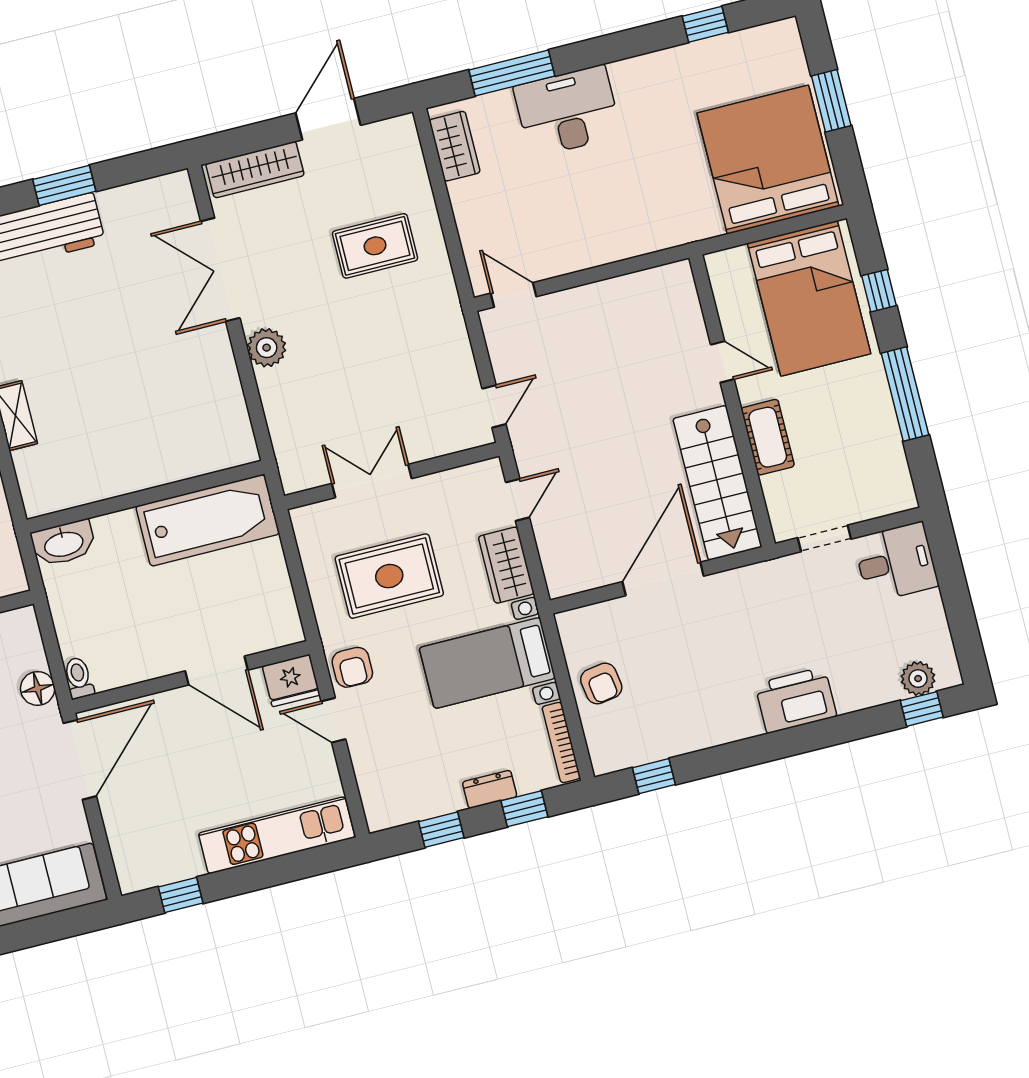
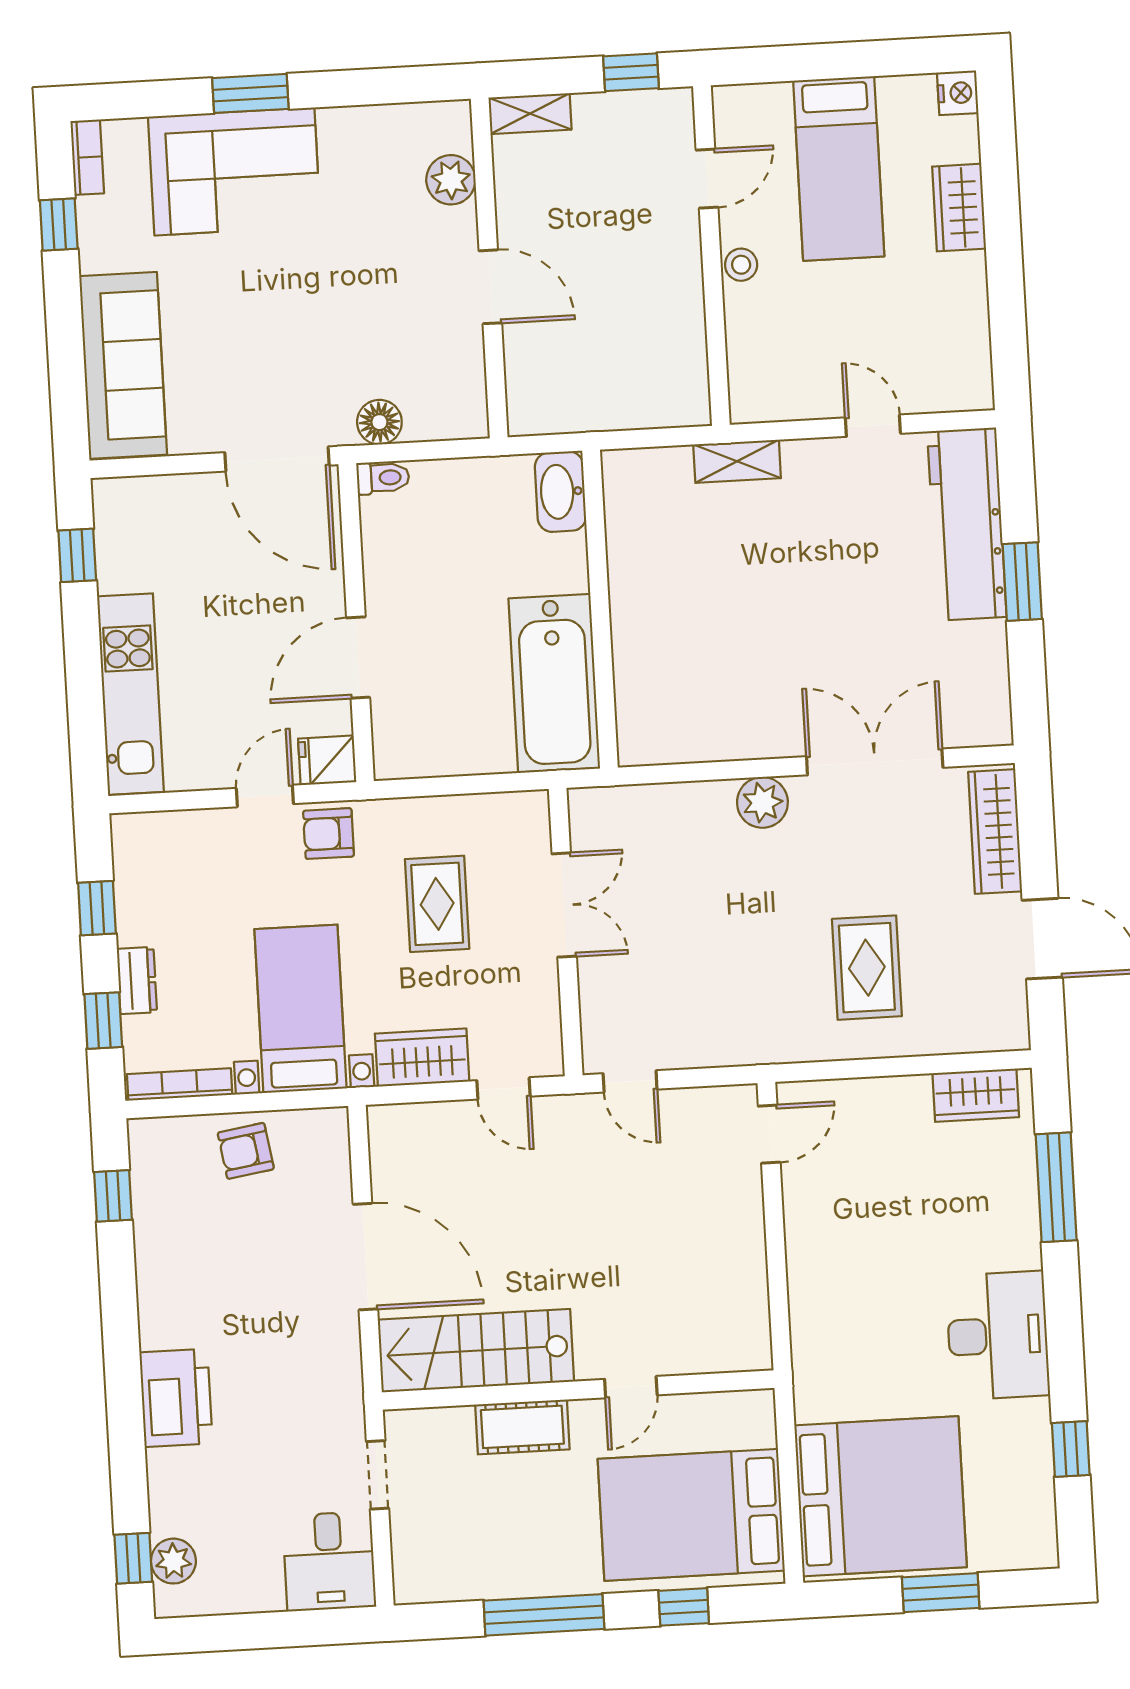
desk: (568, 111) -> (998, 1336), moved
rug: (389, 576) -> (437, 904), width x0.73, depth x0.70
fridge: (291, 681) -> (327, 760), width x0.72

